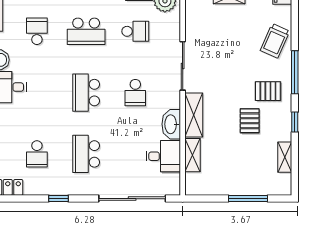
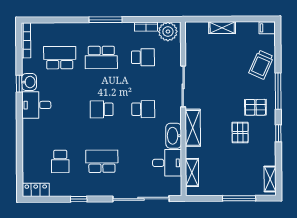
school desk: (37, 31) -> (60, 58), width x1.85
school desk: (86, 93) -> (102, 109), width x0.54
school desk: (135, 93) -> (143, 109), turned -90
school desk: (86, 154) -> (102, 161), turned 90
shelving: (193, 155) -> (192, 172), moved
shelving: (285, 157) -> (270, 179), moved

